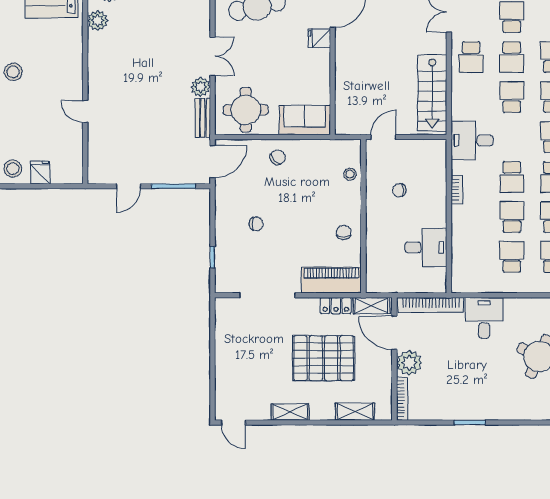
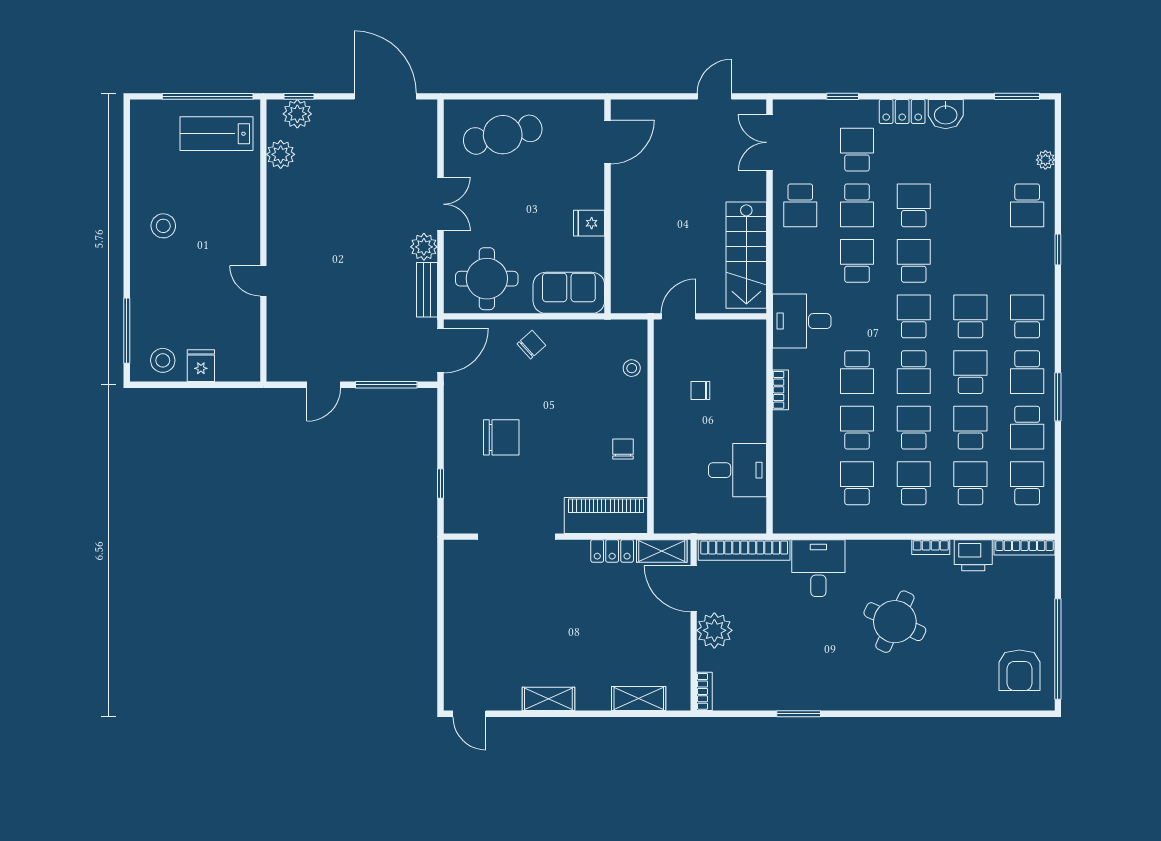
fridge: (319, 38) -> (589, 223), moved
chair: (256, 224) -> (501, 437), width x1.87, depth x1.87
pallet: (324, 358) -> (595, 624), removed
bookcase: (402, 399) -> (704, 691), width x0.64

